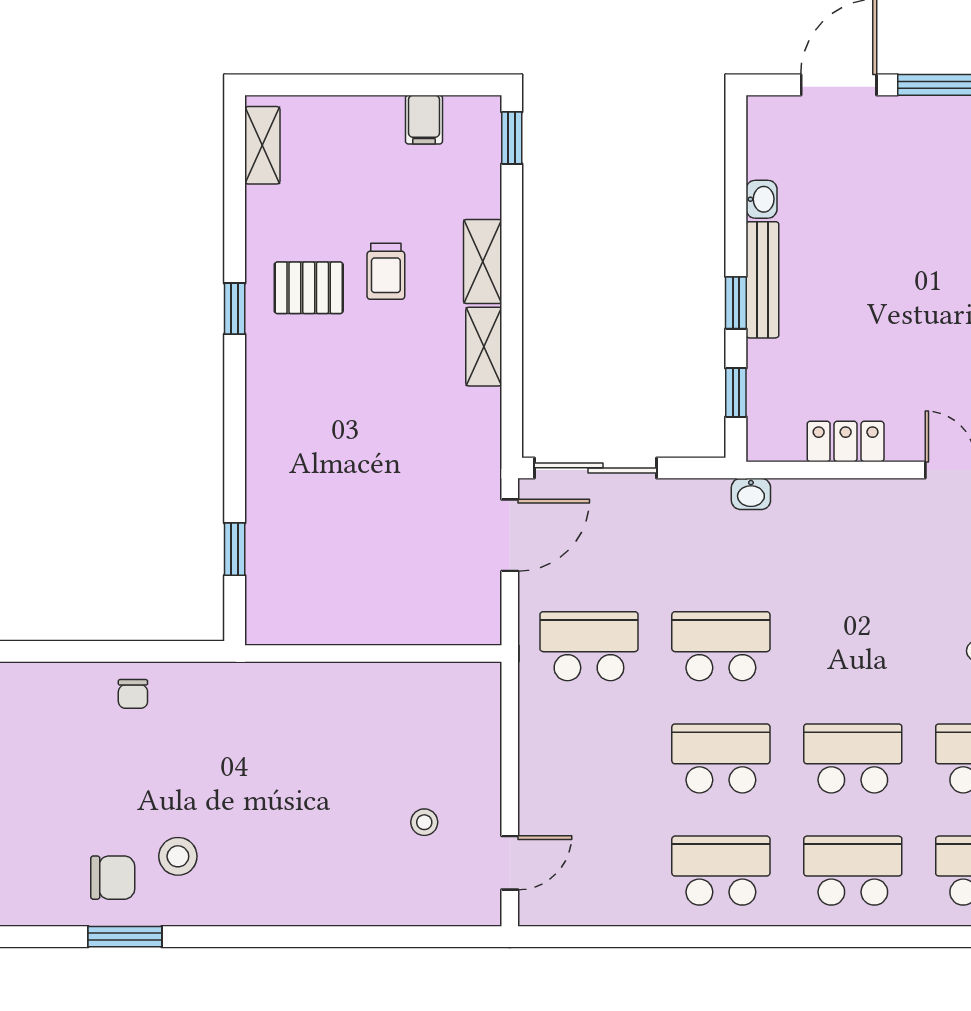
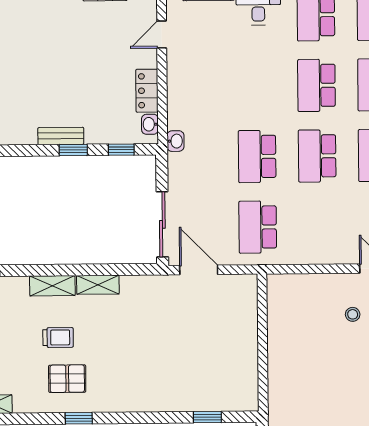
washbasin: (761, 199) -> (150, 124), moved, turned -90
bench: (762, 280) -> (61, 136), width x0.73
pallet: (309, 288) -> (67, 379), turned 90

